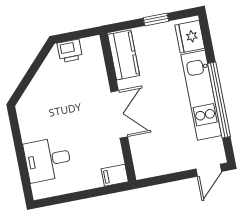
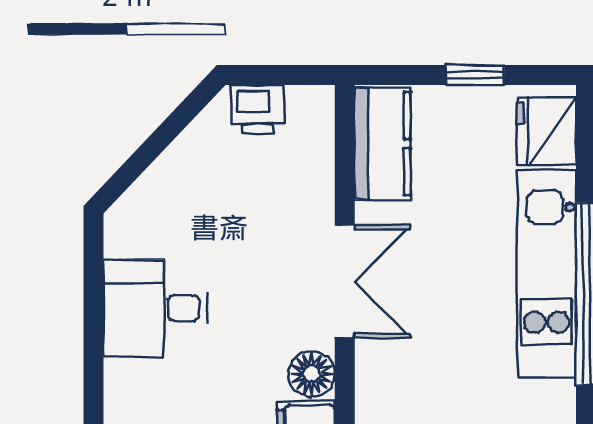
floor lamp: (113, 155) -> (312, 374), added
desk: (48, 160) -> (155, 308), moved

